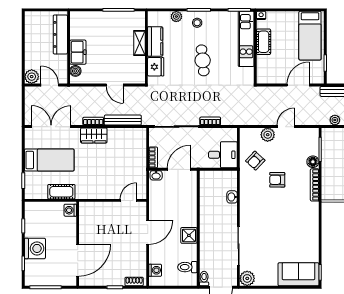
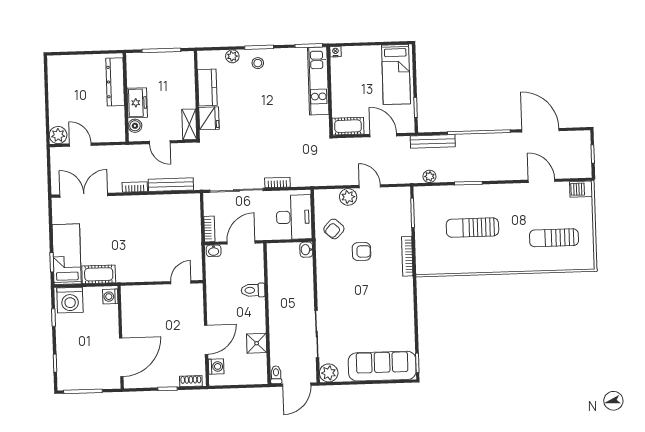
dresser: (60, 34) -> (115, 82), moved
cot: (264, 42) -> (348, 126), moved, turned 90
shelving: (139, 43) -> (189, 124), moved
wall: (69, 47) -> (126, 97), moved
freezer: (78, 52) -> (137, 103), moved
cafe table: (203, 60) -> (266, 109), removed
boiler: (75, 71) -> (135, 126), moved
door: (298, 85) -> (383, 135), hinge flipped
door: (286, 127) -> (370, 186), hinge flipped
wardrobe: (94, 135) -> (136, 204), removed
desk: (223, 155) -> (294, 217), width x1.37
bed: (49, 160) -> (67, 254), moved, turned -90
floor lamp: (313, 162) -> (404, 228), removed
armchair: (277, 180) -> (361, 251), turned 180
washbasin: (232, 197) -> (306, 250), moved
door: (148, 232) -> (206, 340), moved
shower: (189, 235) -> (257, 343), moved
washing machine: (35, 248) -> (70, 300), moved, turned 90
toilet: (187, 267) -> (253, 290), moved
sofa: (299, 274) -> (382, 366), width x1.36

